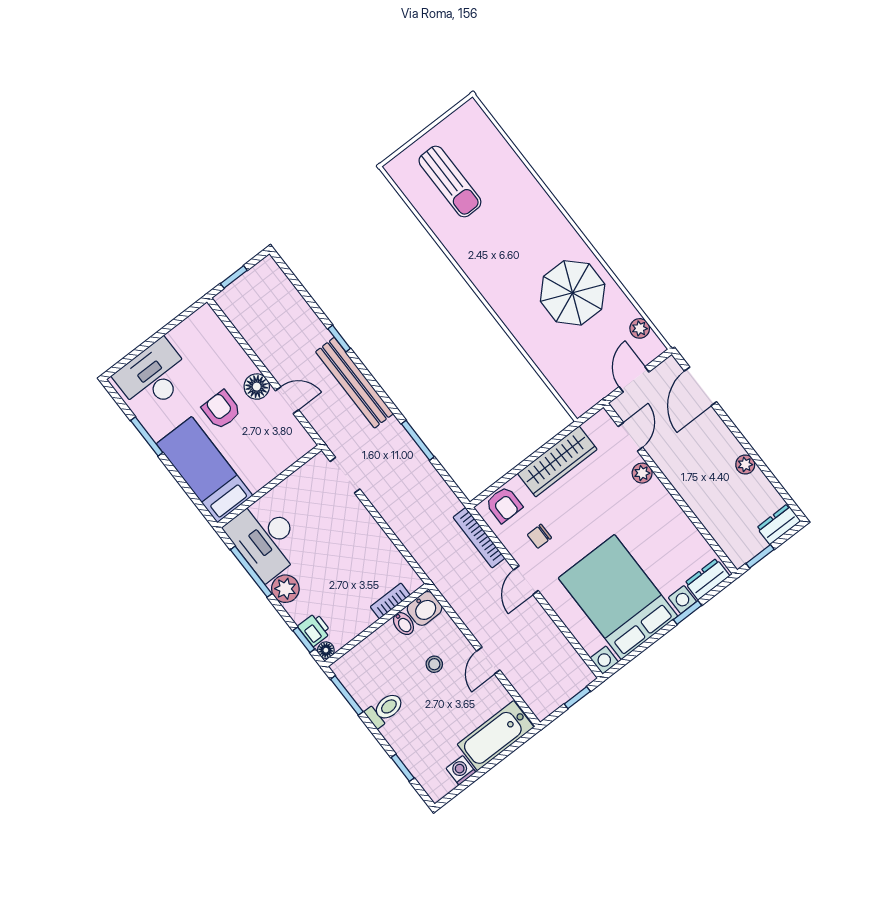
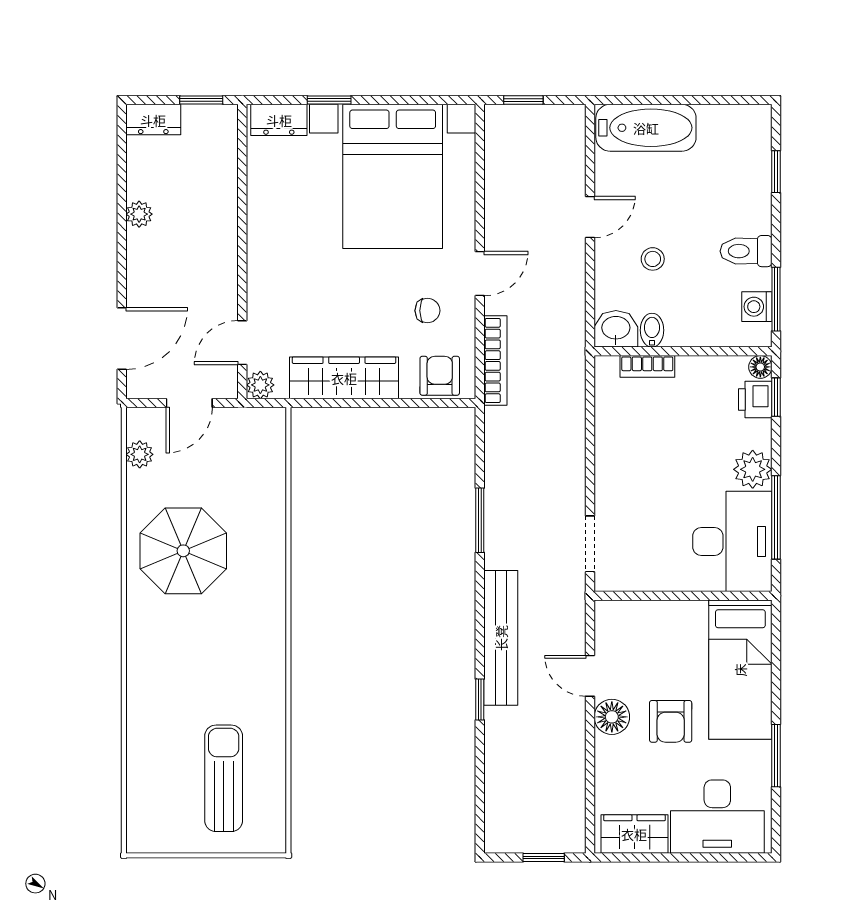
wardrobe: (192, 330) -> (634, 834), added
plant: (642, 473) -> (260, 385), moved
washing machine: (461, 770) -> (757, 307), moved, turned 90

